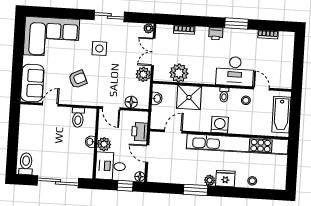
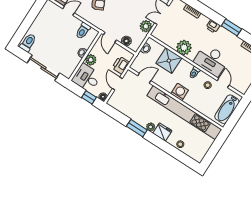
plant: (179, 73) -> (184, 48), moved

